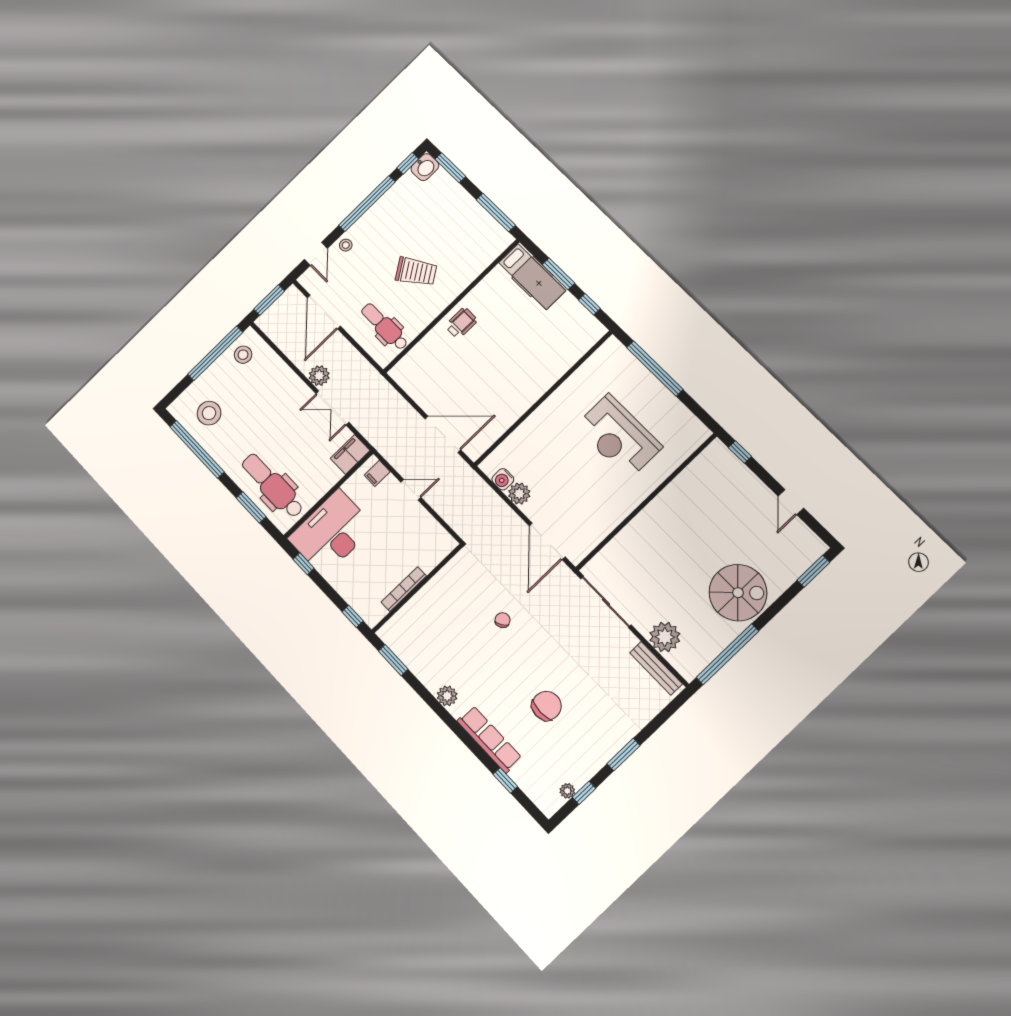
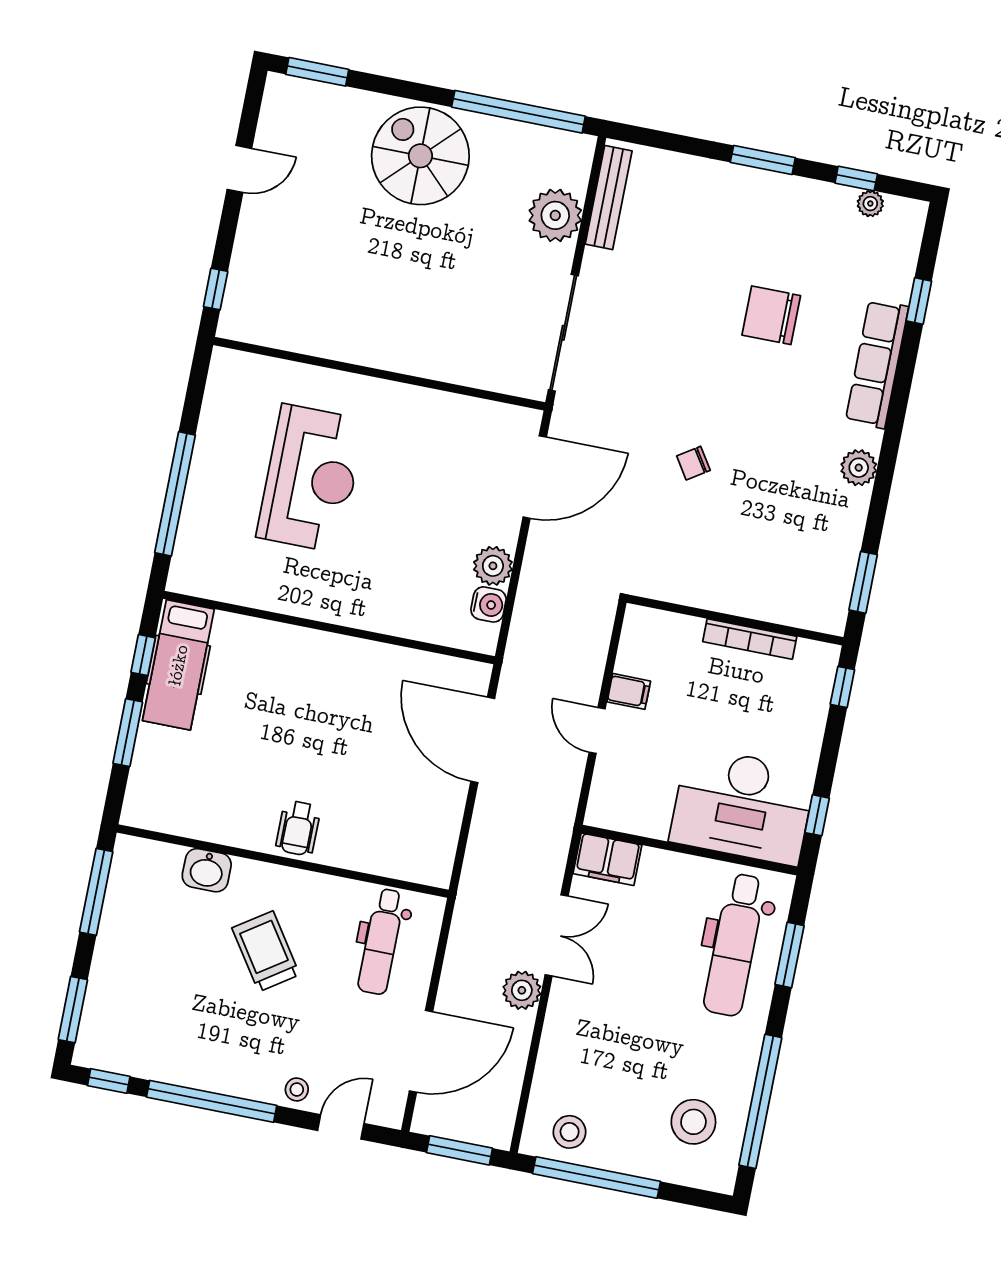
washbasin: (425, 167) -> (207, 870), moved, turned 180
hospital bed: (532, 277) -> (178, 665), moved, turned 180
wheelchair: (461, 323) -> (298, 828), turned -90
filing cabinet: (377, 473) -> (629, 691), moved

